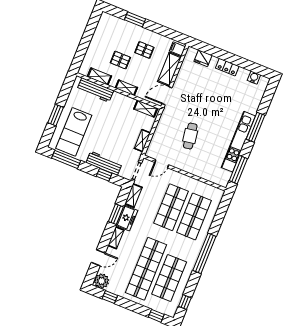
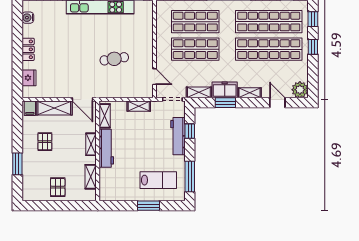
pallet: (120, 60) -> (58, 187), moved
workbench: (95, 90) -> (106, 148), moved
lab bench: (74, 132) -> (158, 180), width x0.73, depth x0.72
shop shelf: (169, 278) -> (269, 22), width x1.40
window: (110, 297) -> (313, 47), moved

